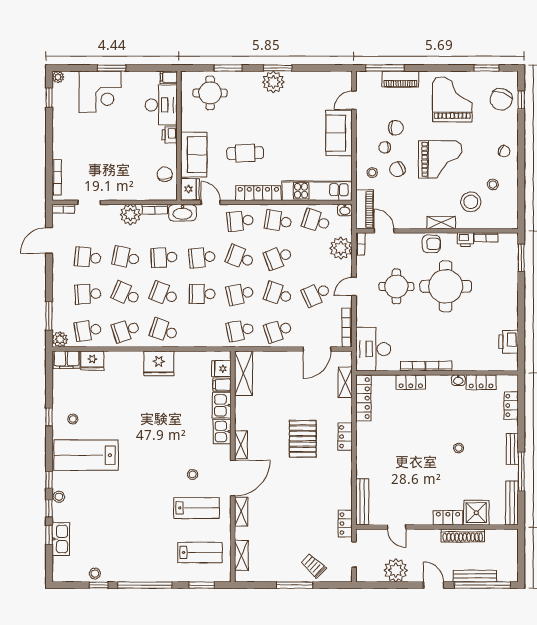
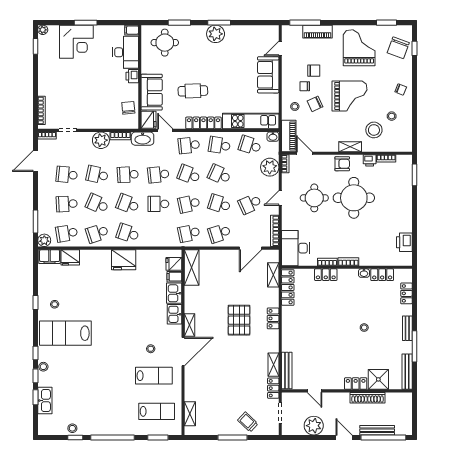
school desk: (278, 257) -> (219, 175), turned 45
shelving: (241, 512) -> (273, 365), moved

